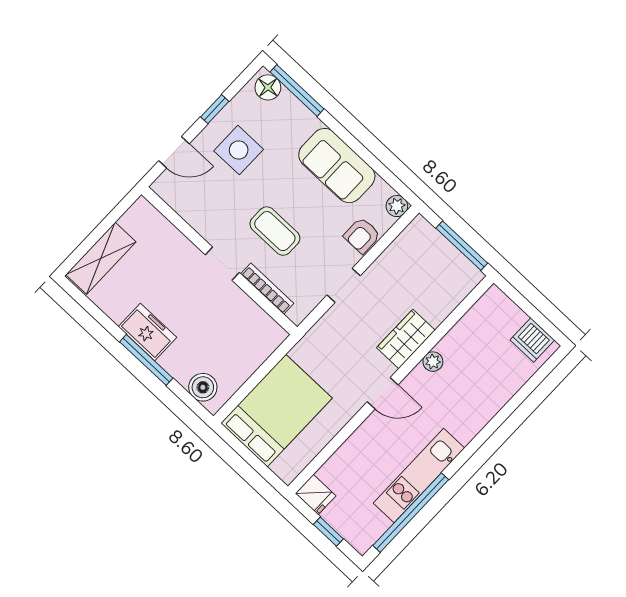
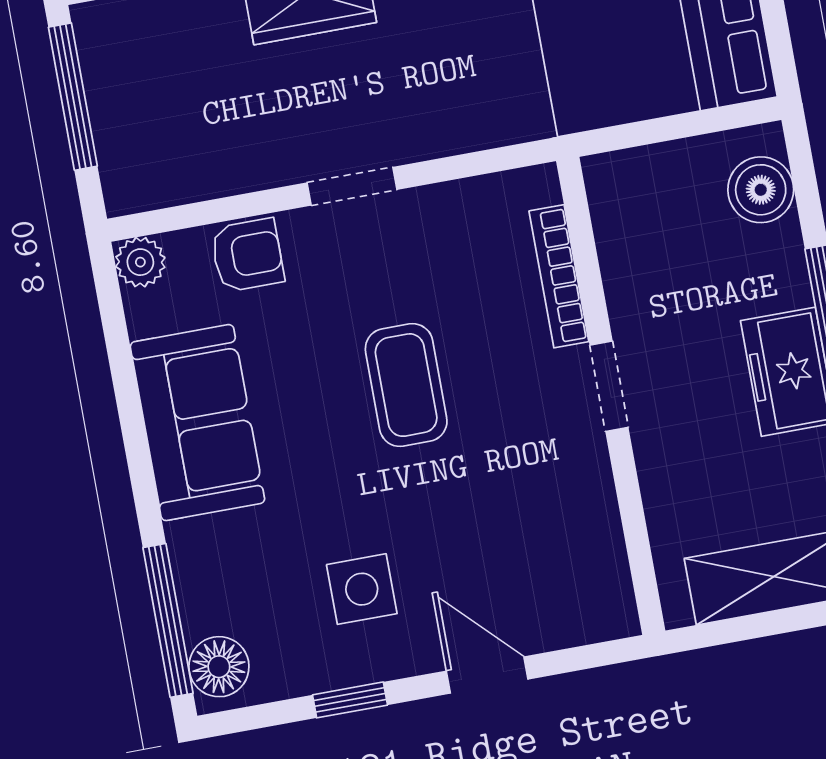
side table: (239, 150) -> (362, 589), width x0.73, depth x0.73
wall: (219, 261) -> (611, 396), moved
doorway: (222, 264) -> (609, 386), moved
bookcase: (267, 289) -> (559, 276), moved

